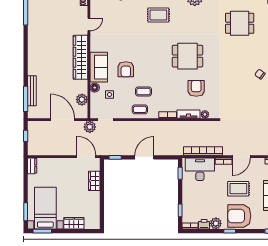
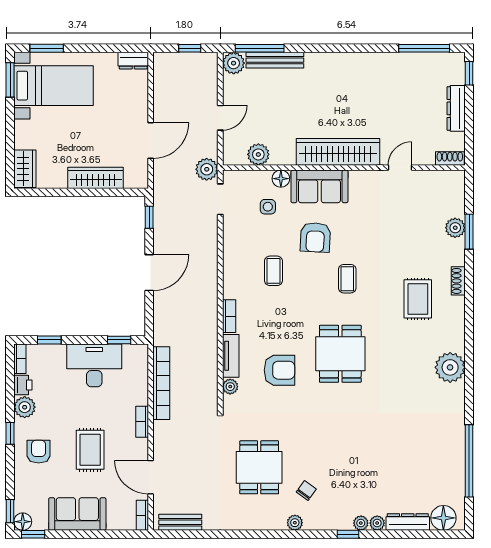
dining table: (240, 23) -> (259, 467), moved
door: (89, 24) -> (400, 168), swing flipped
armchair: (126, 69) -> (315, 237), turned -87
coffee table: (140, 109) -> (347, 279), moved
plant: (33, 113) -> (234, 63), added
door: (62, 120) -> (220, 118), width x0.53
door: (86, 157) -> (151, 140), moved
door: (144, 157) -> (149, 273), hinge flipped
door: (241, 157) -> (151, 477), moved
desk: (200, 169) -> (94, 365), moved, turned -90
wardrobe: (94, 181) -> (96, 178), width x1.50
armchair: (239, 216) -> (39, 452), width x0.53, depth x0.53
wardrobe: (74, 223) -> (25, 169), moved

